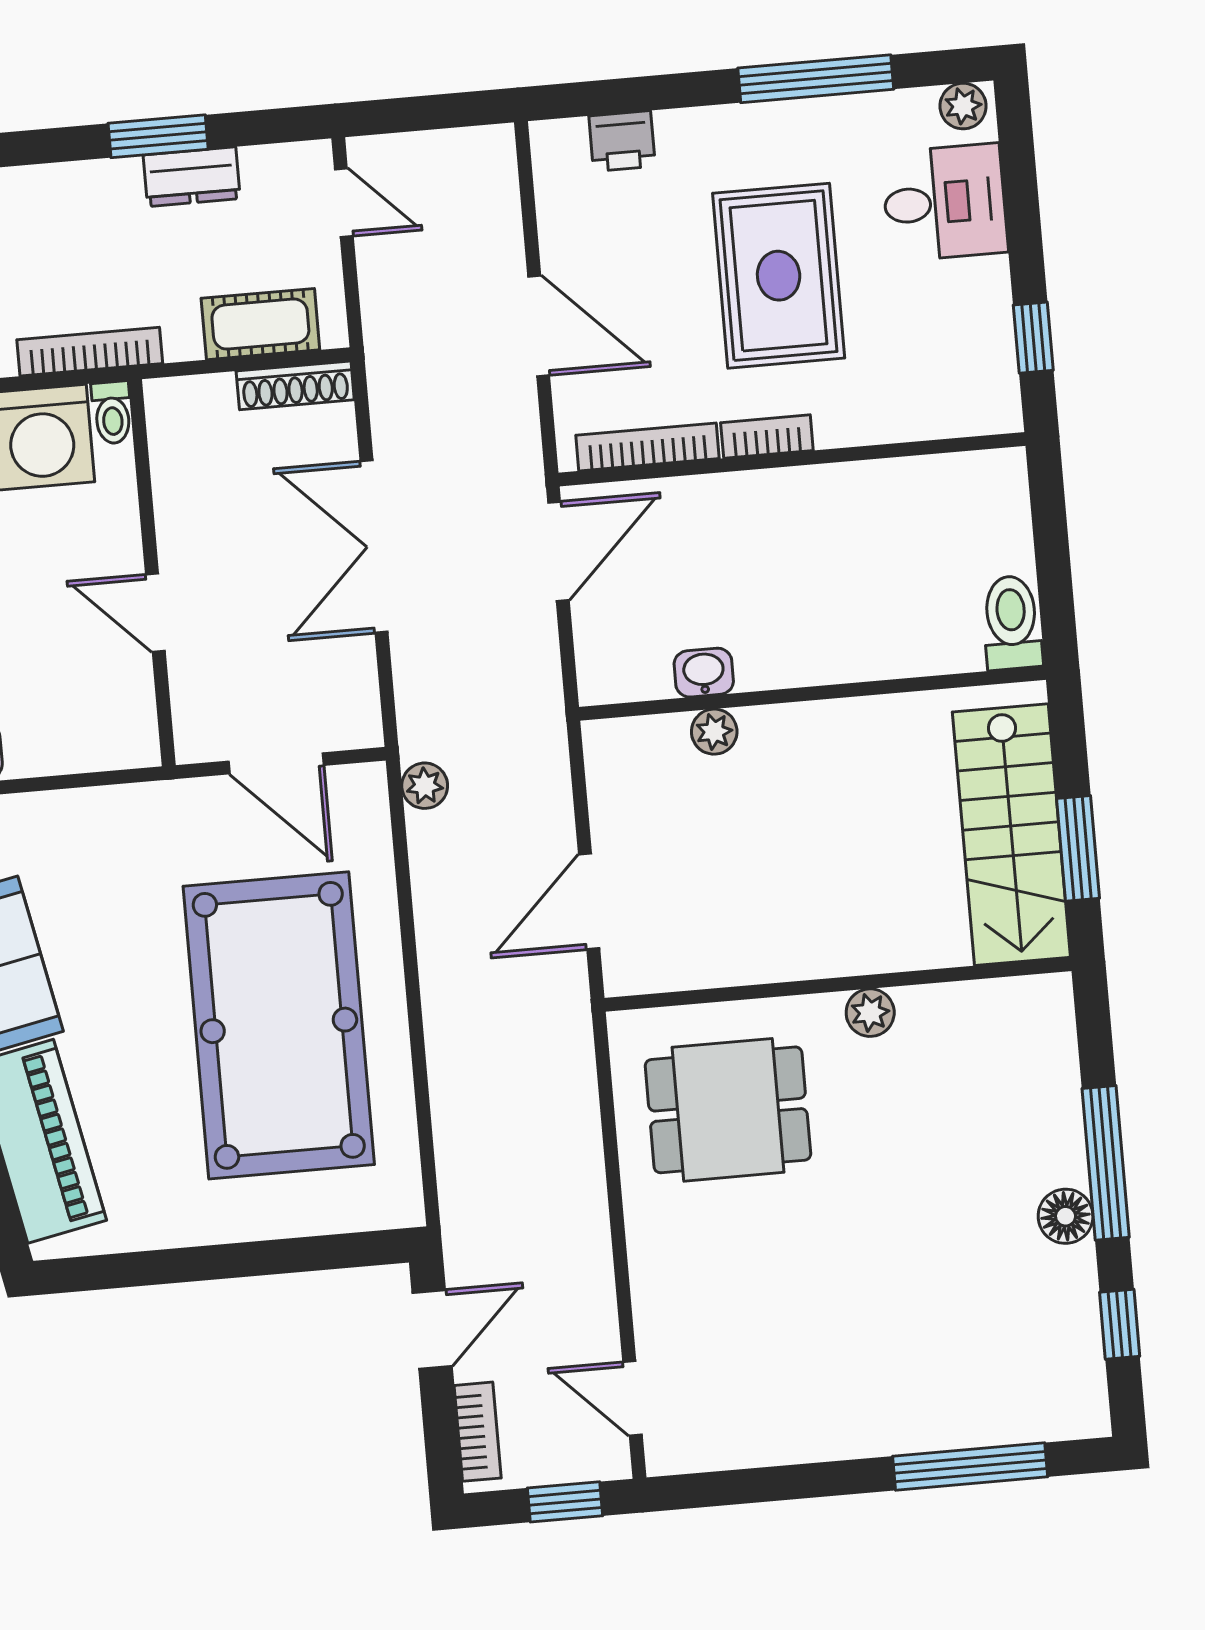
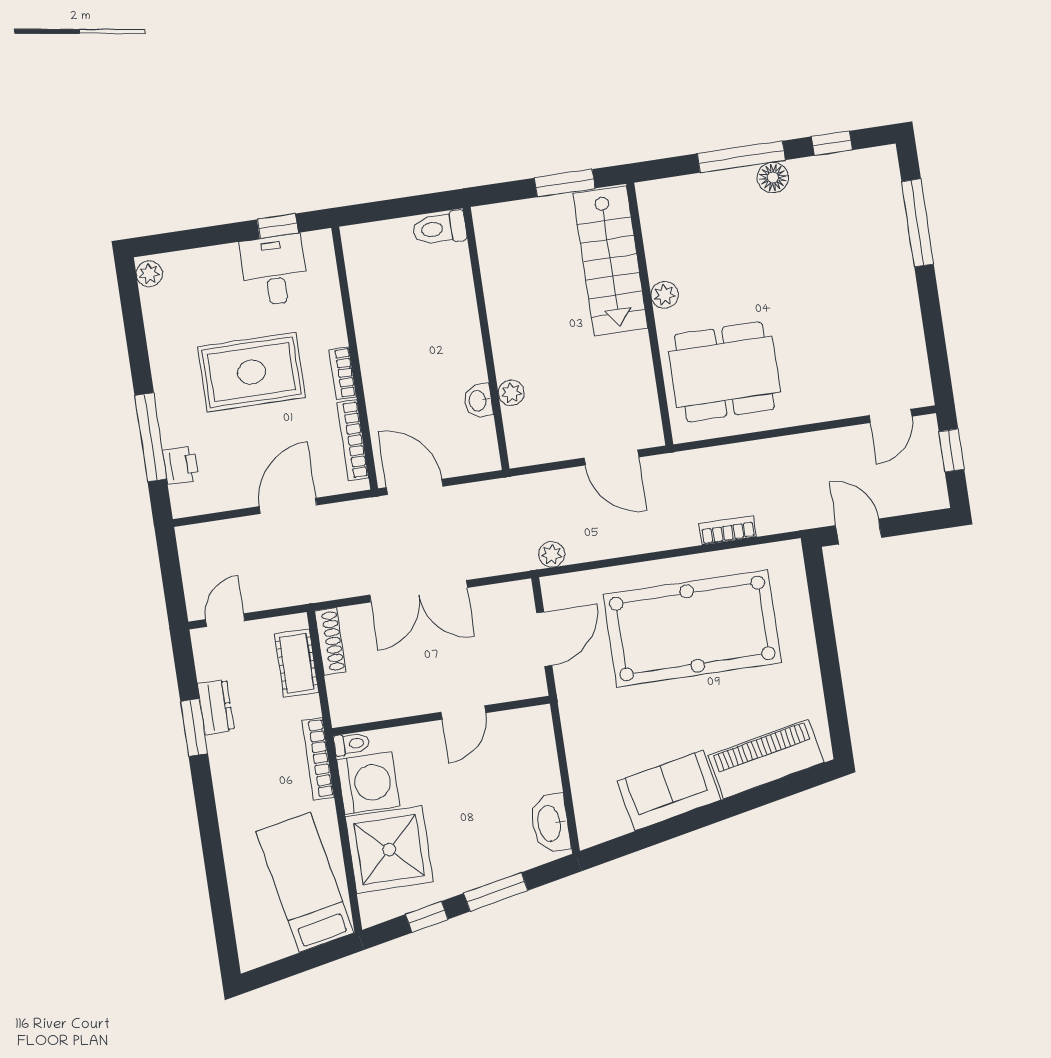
window: (816, 79) -> (151, 437), moved
desk: (945, 202) -> (274, 270), moved
stairs: (1011, 835) -> (610, 261), moved, turned 90
dining table: (728, 1110) -> (724, 372), width x1.38
bookcase: (478, 1432) -> (728, 530), moved

